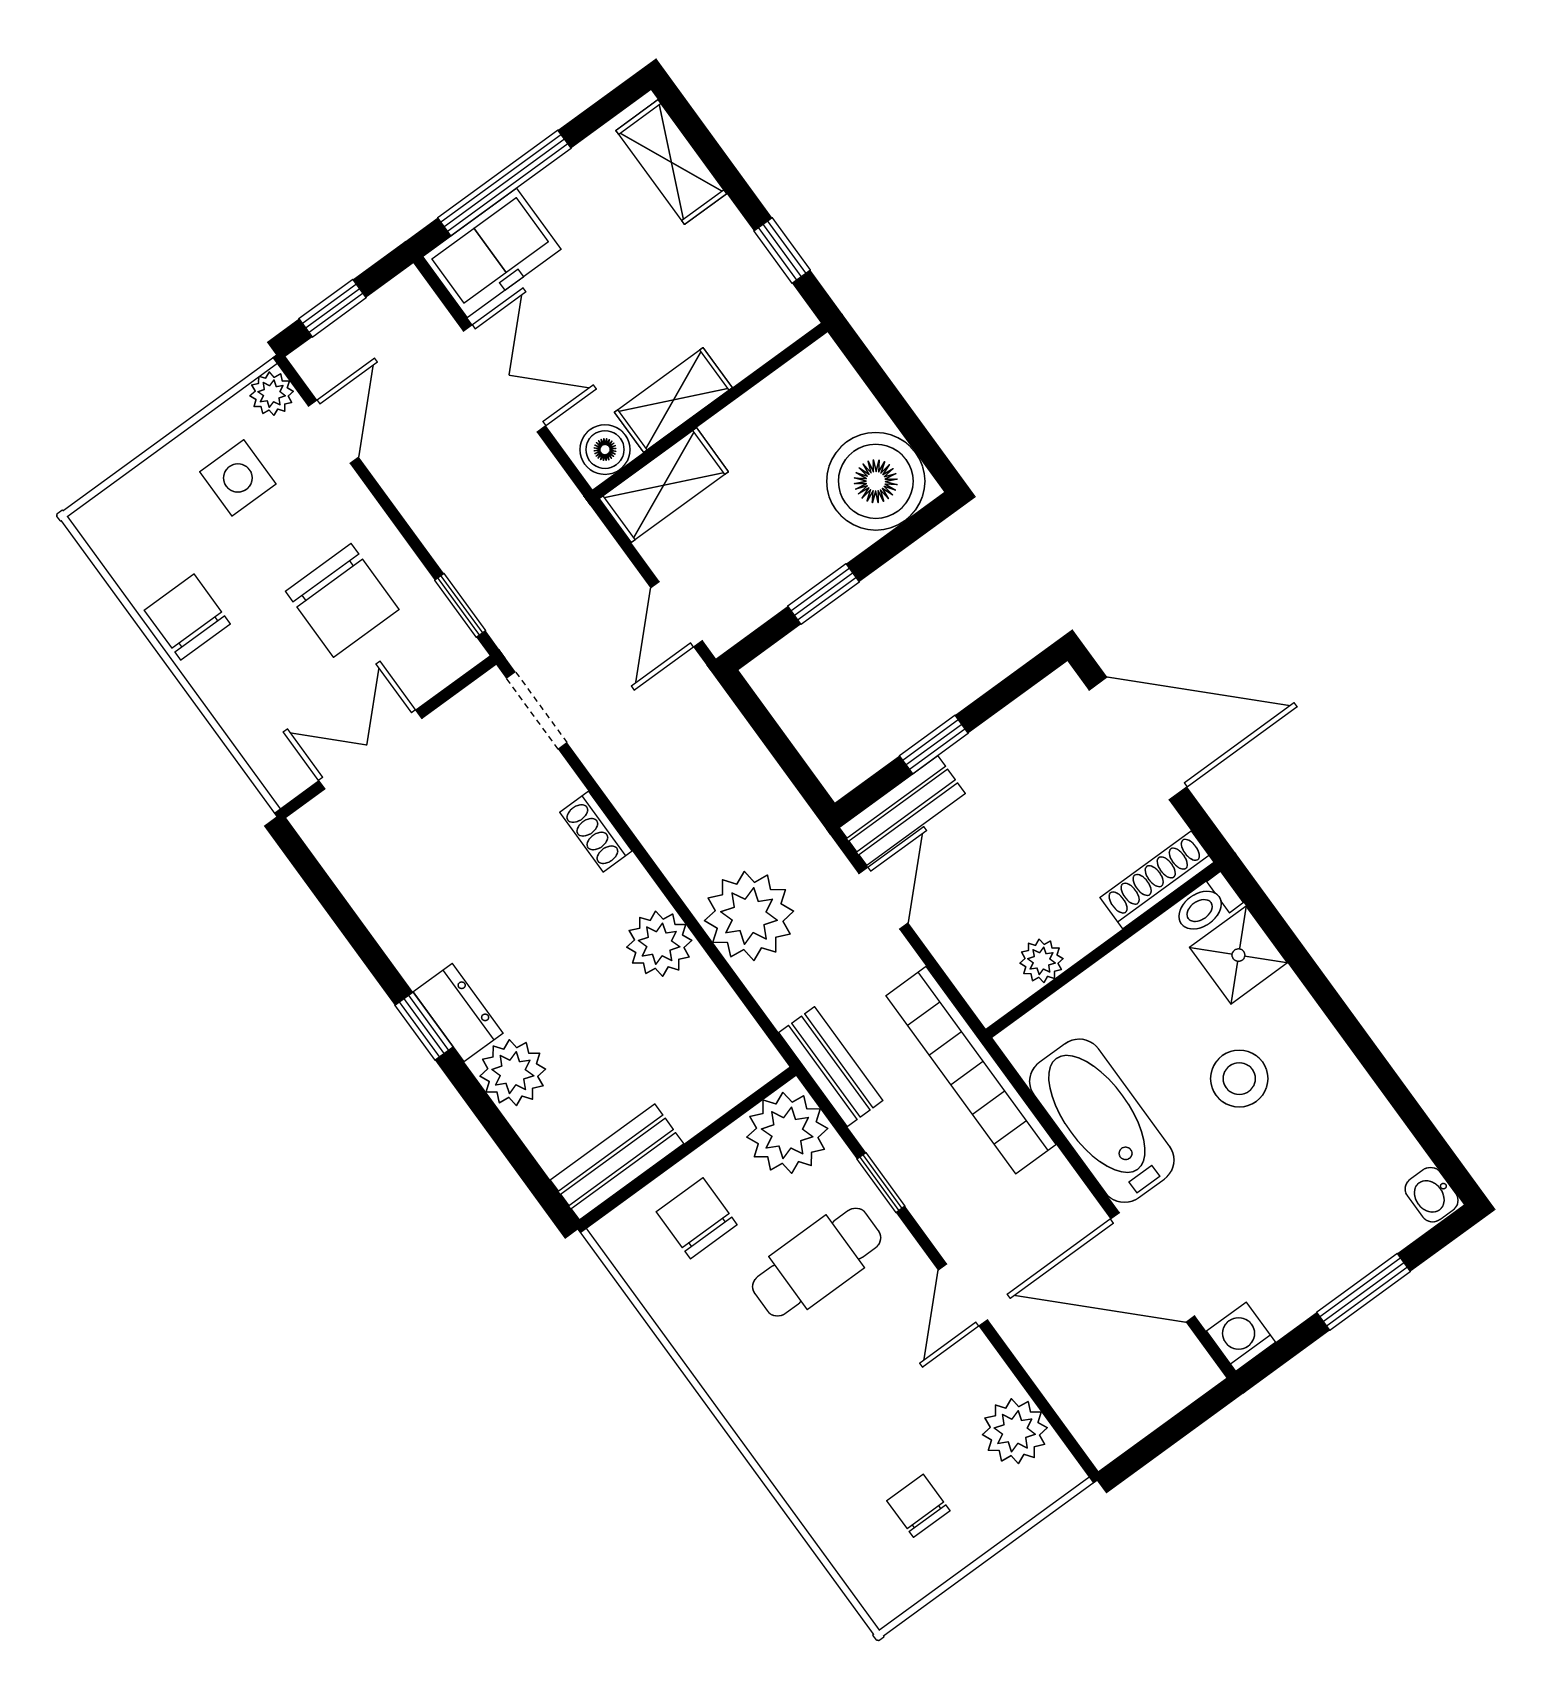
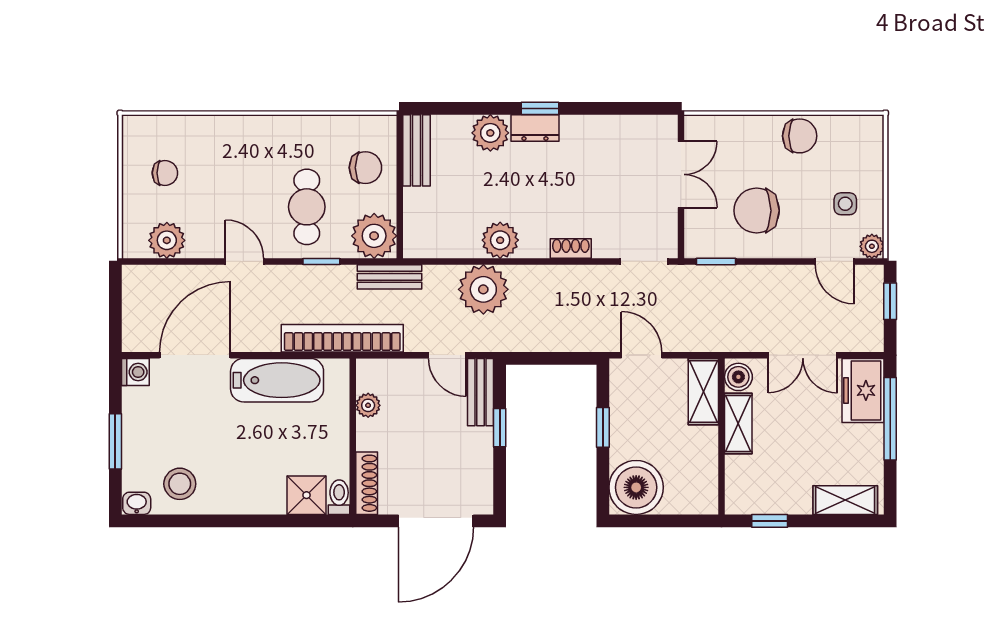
side table: (238, 478) -> (845, 204), width x0.73, depth x0.73
stool: (1239, 1079) -> (180, 484), moved

